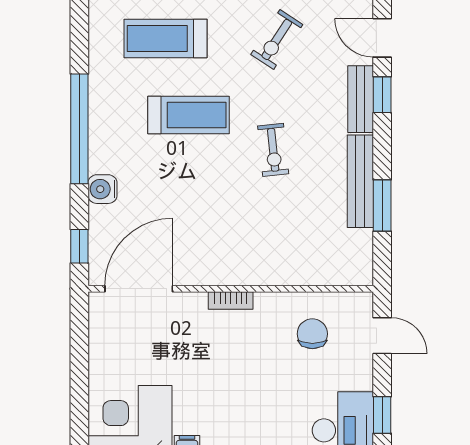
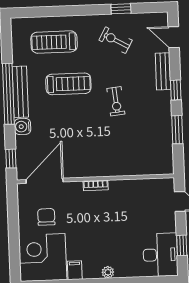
exercise bike: (277, 39) -> (116, 40), turned 86
window: (382, 95) -> (176, 90), moved
bench: (360, 181) -> (20, 92), moved
chair: (312, 334) -> (46, 217), moved

